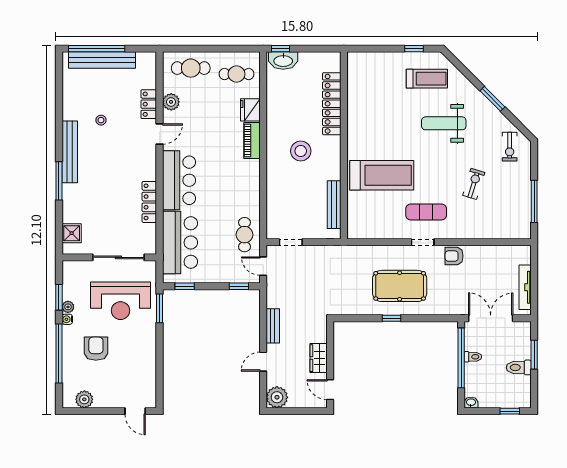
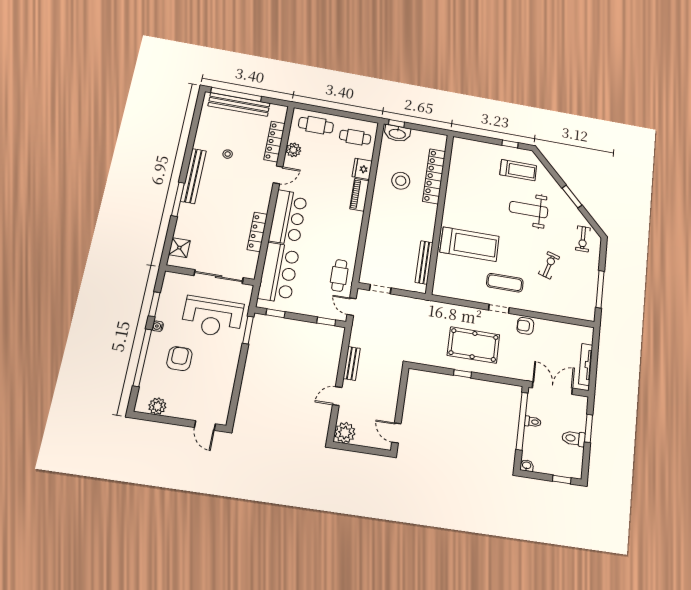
locker: (149, 104) -> (274, 142), width x1.53
stool: (301, 151) -> (401, 181), moved
plant: (68, 307) -> (161, 315), removed
wardrobe: (319, 358) -> (390, 401), removed

